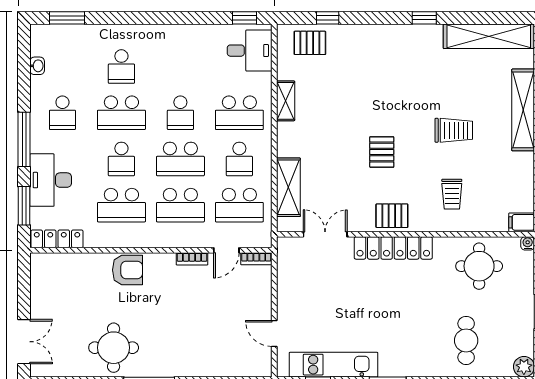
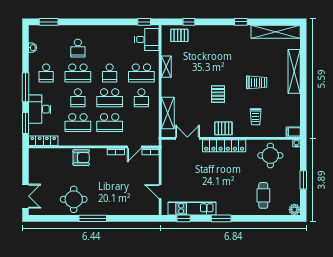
school desk: (239, 205) -> (141, 123), removed

